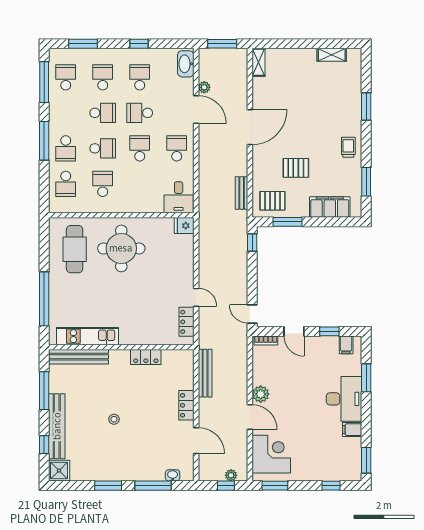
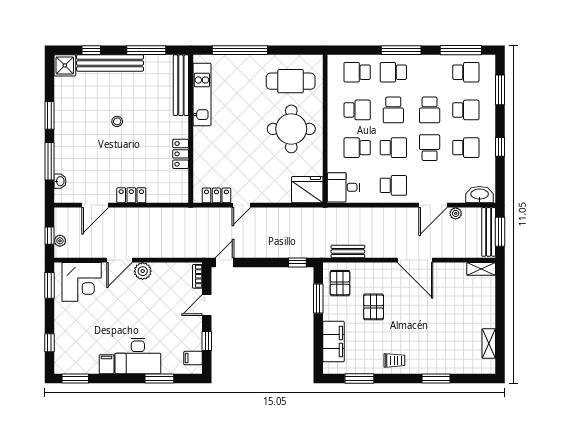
school desk: (140, 184) -> (357, 148), added
fridge: (184, 226) -> (307, 190), width x1.88, depth x1.34
bench: (205, 373) -> (489, 232), moved, turned 90

